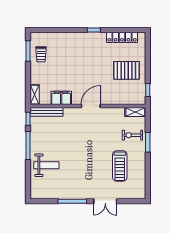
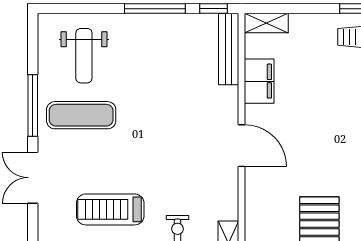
weight bench: (46, 165) -> (84, 56), moved
exercise mat: (77, 179) -> (81, 115), added

